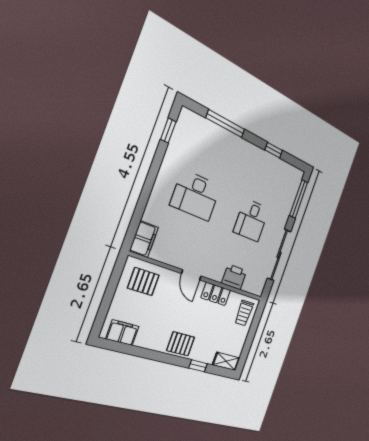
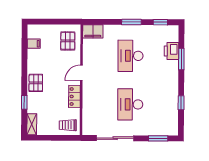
window: (226, 124) -> (181, 59), width x0.69
window: (152, 175) -> (131, 22), added
window: (299, 199) -> (158, 138), width x0.69
desk: (251, 220) -> (130, 104), width x1.37
printer: (234, 277) -> (171, 51), moved, turned 180
filing cabinet: (122, 333) -> (34, 44), width x0.50

